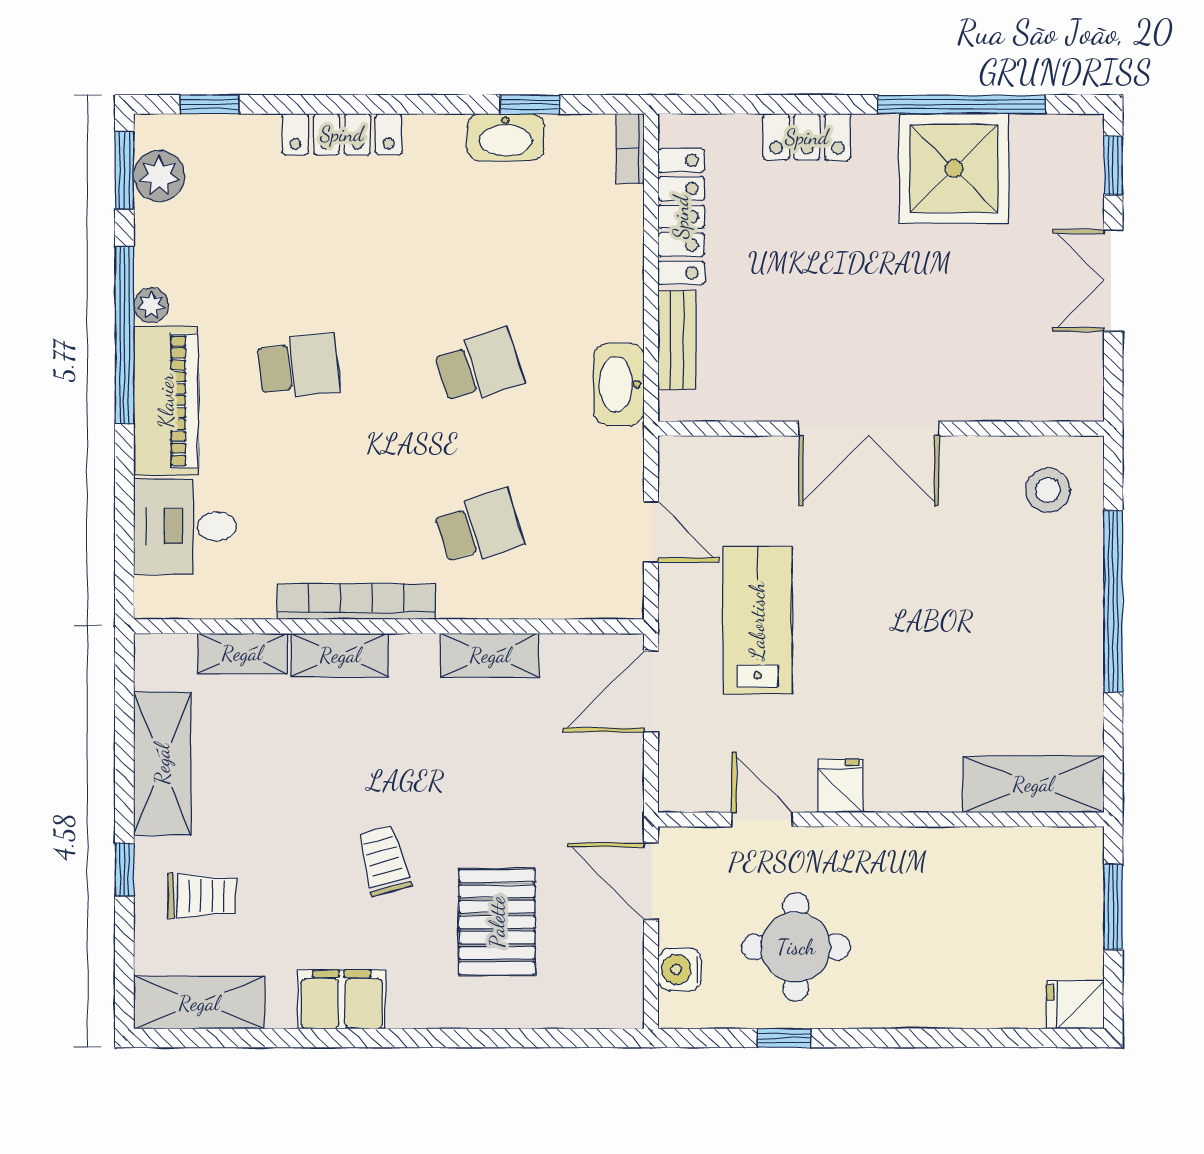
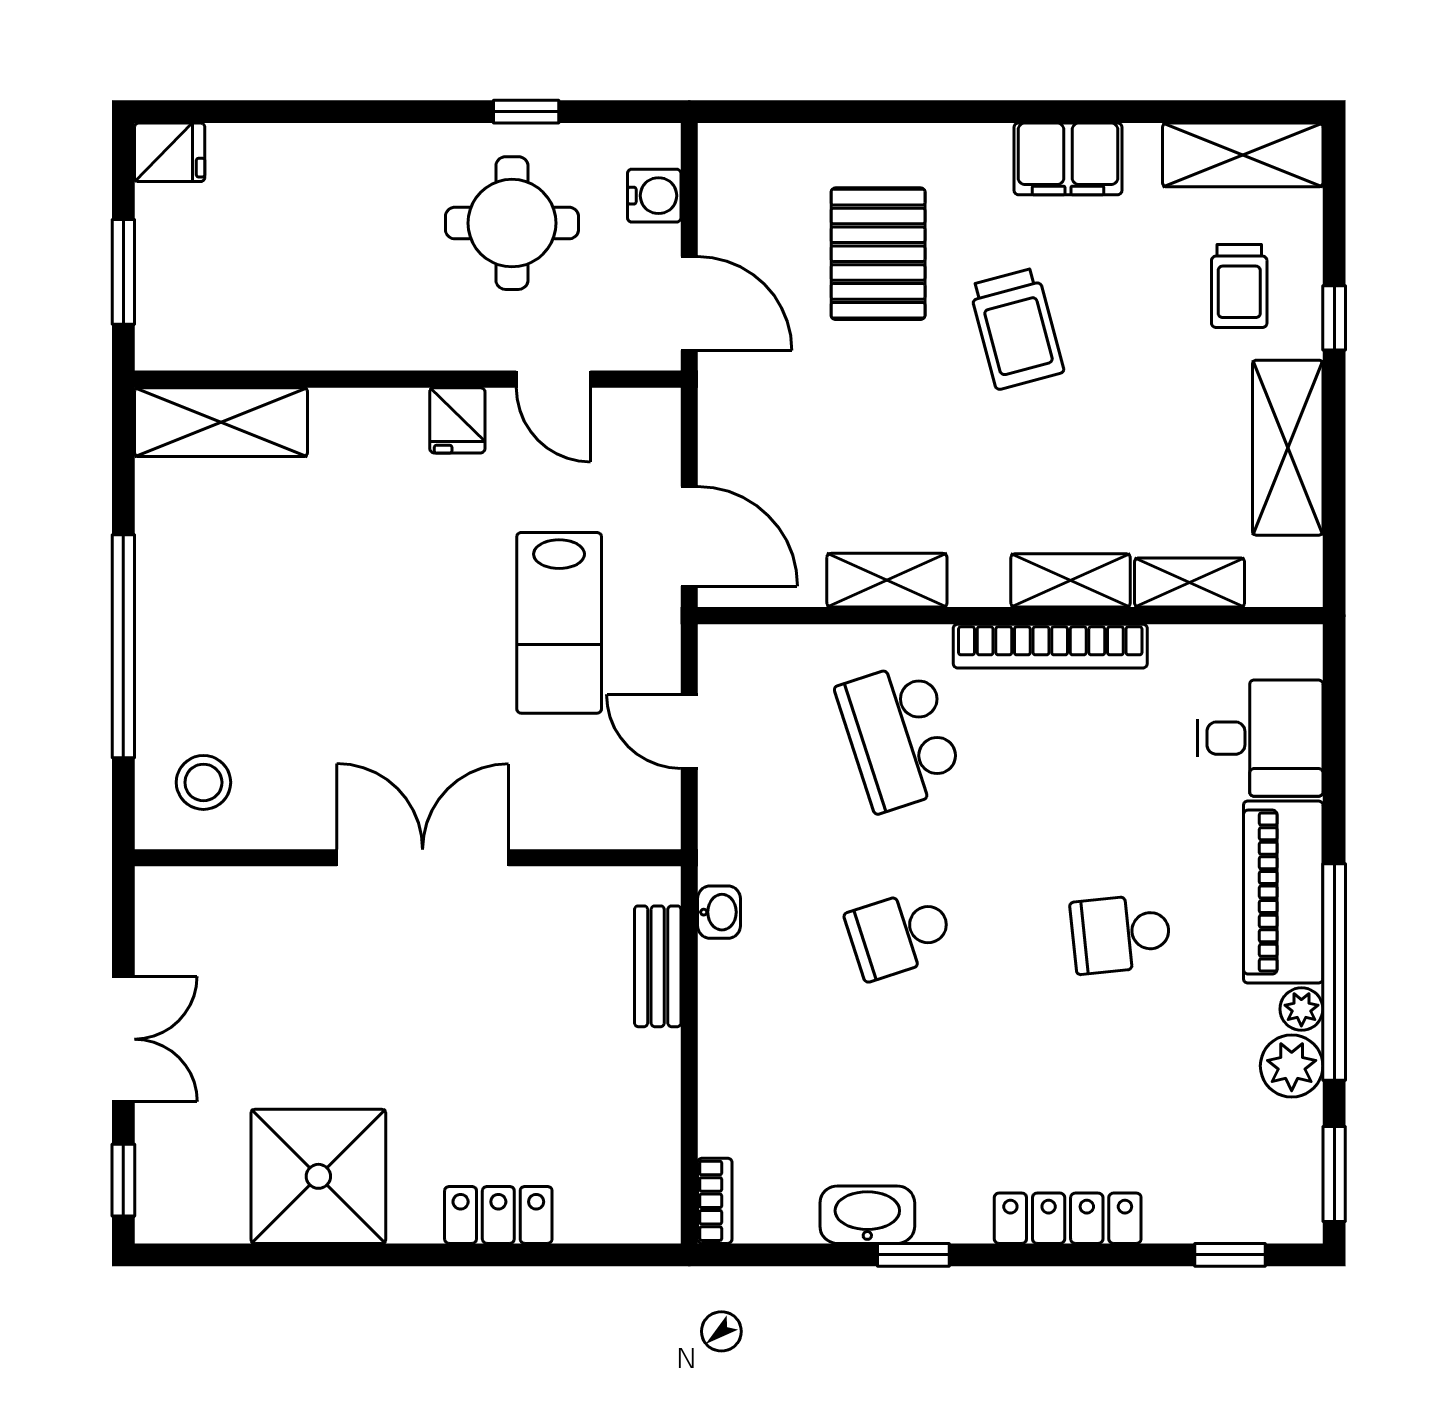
window: (530, 104) -> (913, 1255), moved
window: (961, 104) -> (309, 1255), removed
plant: (159, 176) -> (1292, 1066), moved
locker: (681, 217) -> (652, 1117), removed
washbasin: (619, 384) -> (719, 912), width x0.52, depth x0.69
school desk: (479, 528) -> (900, 736), width x1.85
door: (651, 691) -> (689, 536), hinge flipped
trolley: (384, 861) -> (1017, 329), width x1.36, depth x1.39
trolley: (202, 896) -> (1239, 286), turned -90

